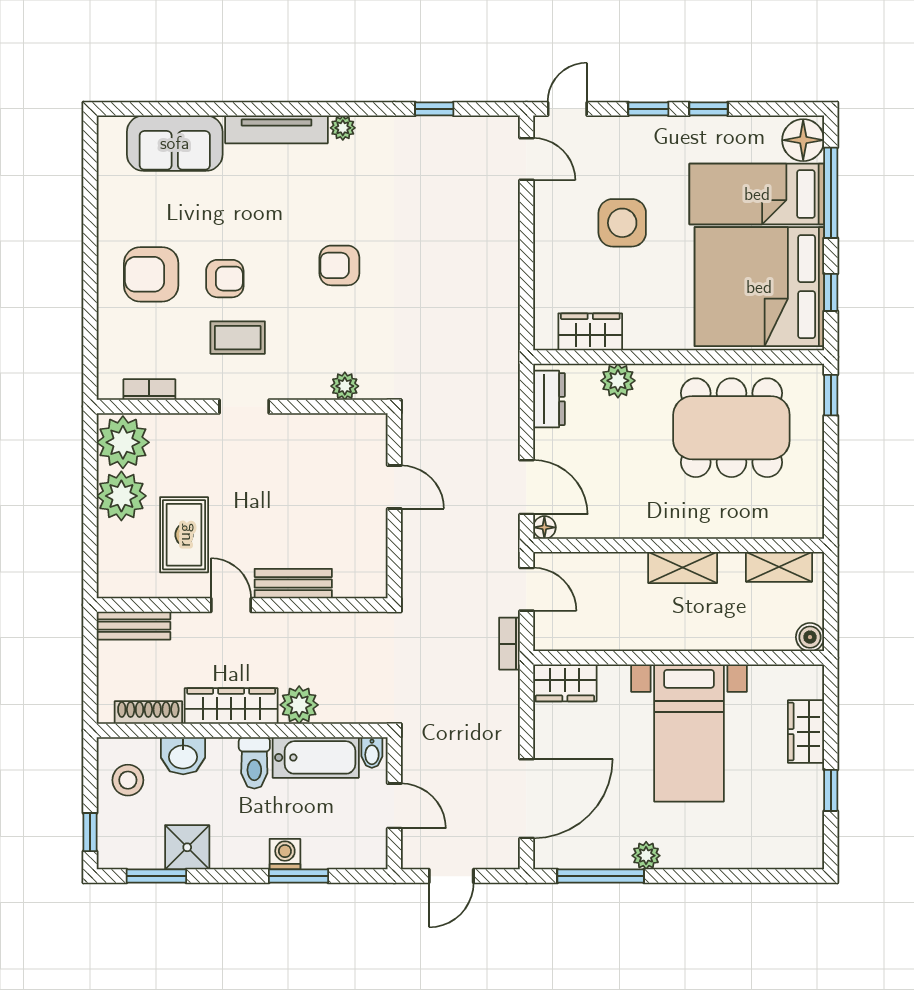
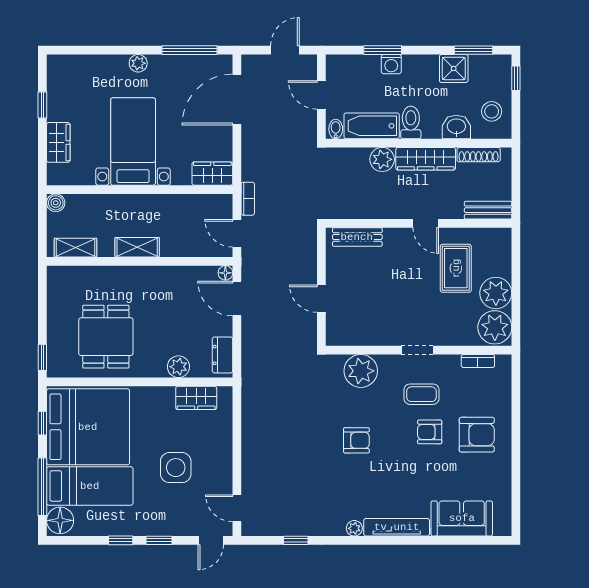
plant: (345, 386) -> (361, 371), width x1.88, depth x1.88
dining table: (731, 428) -> (106, 337), width x0.73
bench: (293, 584) -> (357, 237), moved
plant: (646, 856) -> (138, 63), moved

